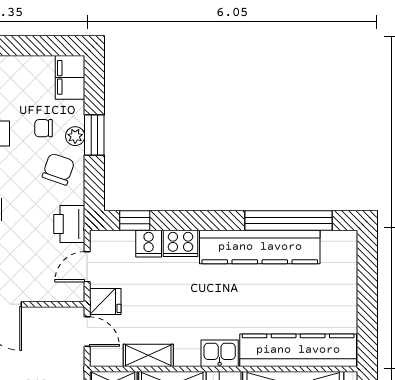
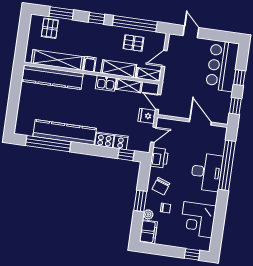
plant: (75, 136) -> (148, 214), moved
kitchen sink: (220, 353) -> (106, 83), moved

